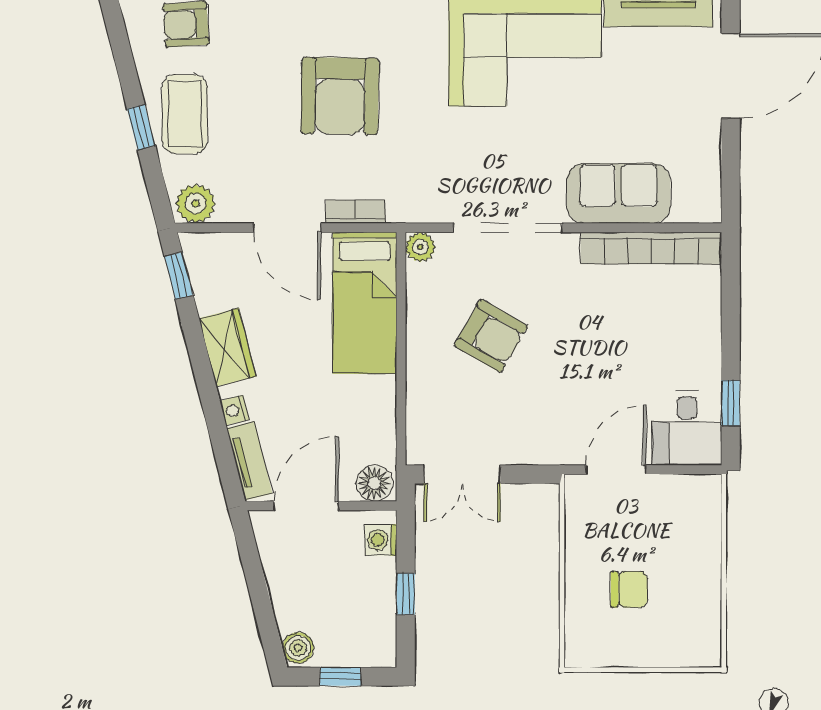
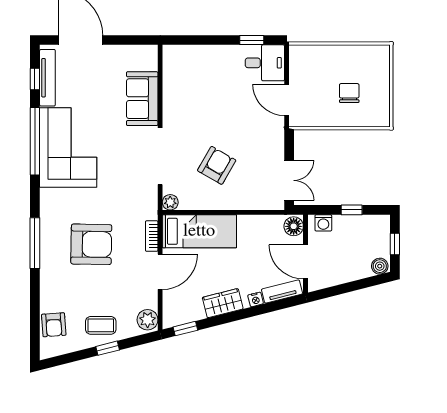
coffee table: (185, 114) -> (101, 325), width x0.73, depth x0.77
bookcase: (651, 248) -> (171, 82), removed

